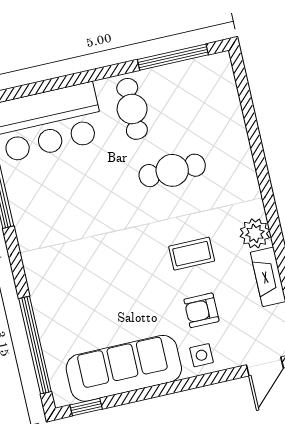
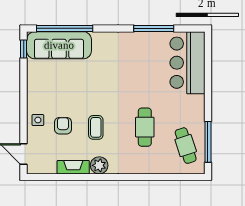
cafe table: (132, 109) -> (186, 146), moved, turned 72
sofa: (124, 368) -> (59, 45), moved, turned 90

